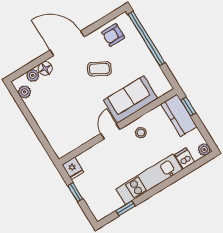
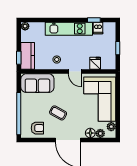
sofa: (131, 99) -> (37, 83), moved
corner sofa: (59, 117) -> (100, 99), added
door: (110, 131) -> (75, 72), hinge flipped
dishwasher: (185, 158) -> (98, 28), moved
fridge: (73, 168) -> (95, 63), moved

